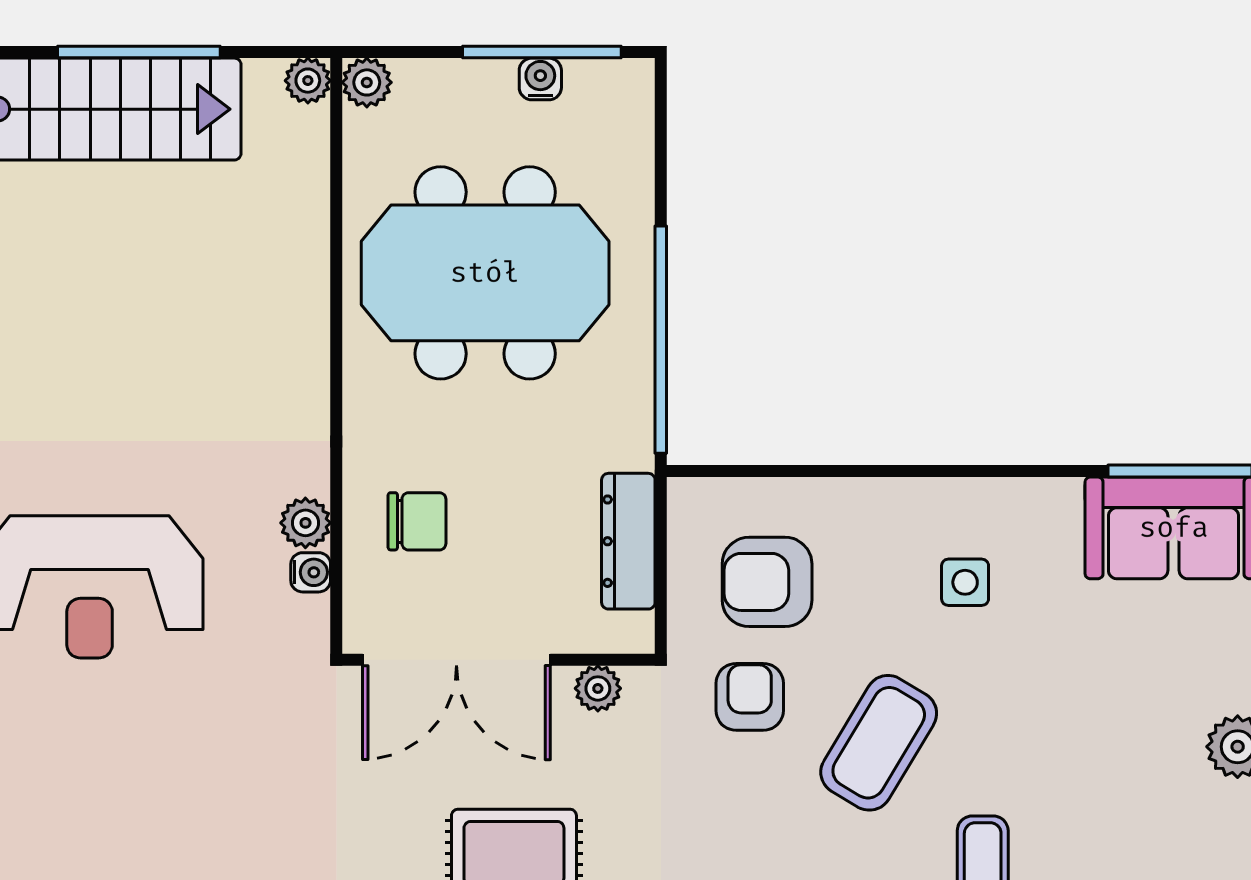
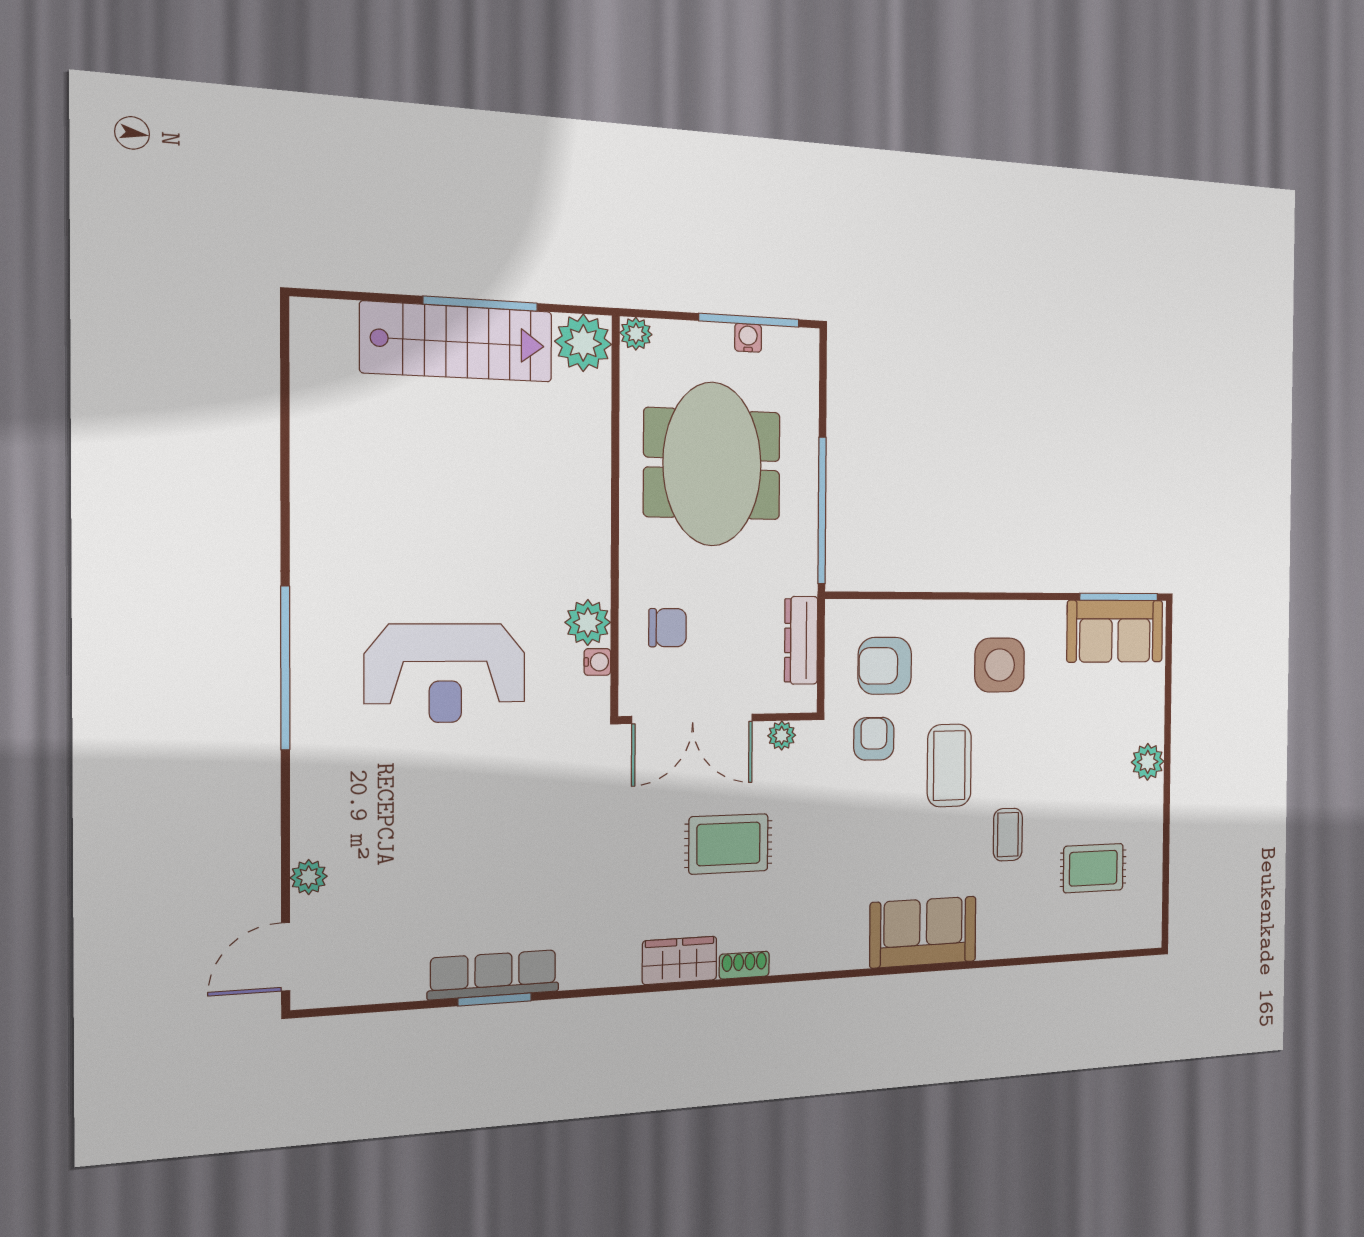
plant: (308, 81) -> (583, 343), width x1.87, depth x1.87
meeting table: (485, 273) -> (712, 464), turned 90
plant: (305, 523) -> (588, 622), width x1.38, depth x1.38
side table: (965, 582) -> (1000, 665), width x1.87, depth x1.87
coffee table: (879, 743) -> (949, 765), turned -31

